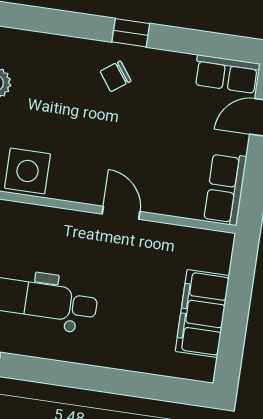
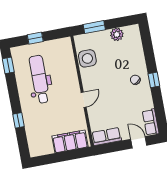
filing cabinet: (202, 313) -> (70, 141), moved
window: (117, 382) -> (18, 120), added

